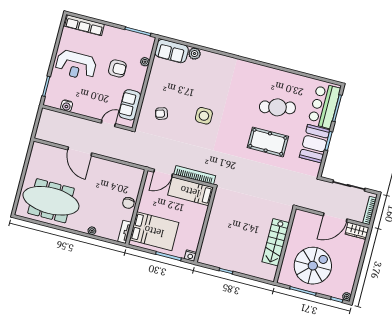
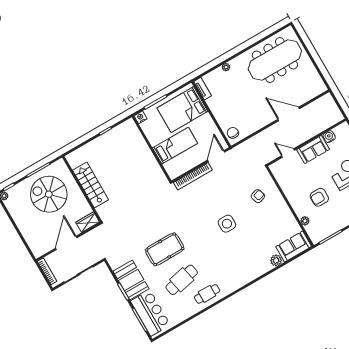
cafe table: (269, 79) -> (207, 294), added
sofa: (130, 105) -> (313, 149), moved, turned 90
door: (108, 123) -> (288, 153), swing flipped
bed: (190, 191) -> (175, 146), moved
chair: (128, 203) -> (233, 133), moved
wardrobe: (357, 231) -> (88, 222), moved
spiral stairs: (313, 266) -> (49, 194), turned 90

